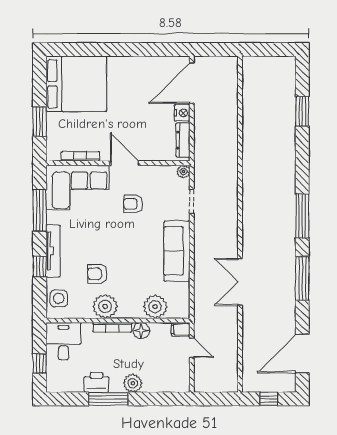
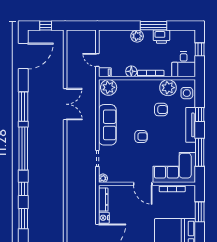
window: (302, 156) -> (23, 189), added
armchair: (133, 204) -> (141, 137), moved
window: (302, 216) -> (23, 149), width x1.46
plant: (105, 306) -> (168, 88), moved
plant: (155, 307) -> (109, 87), moved

